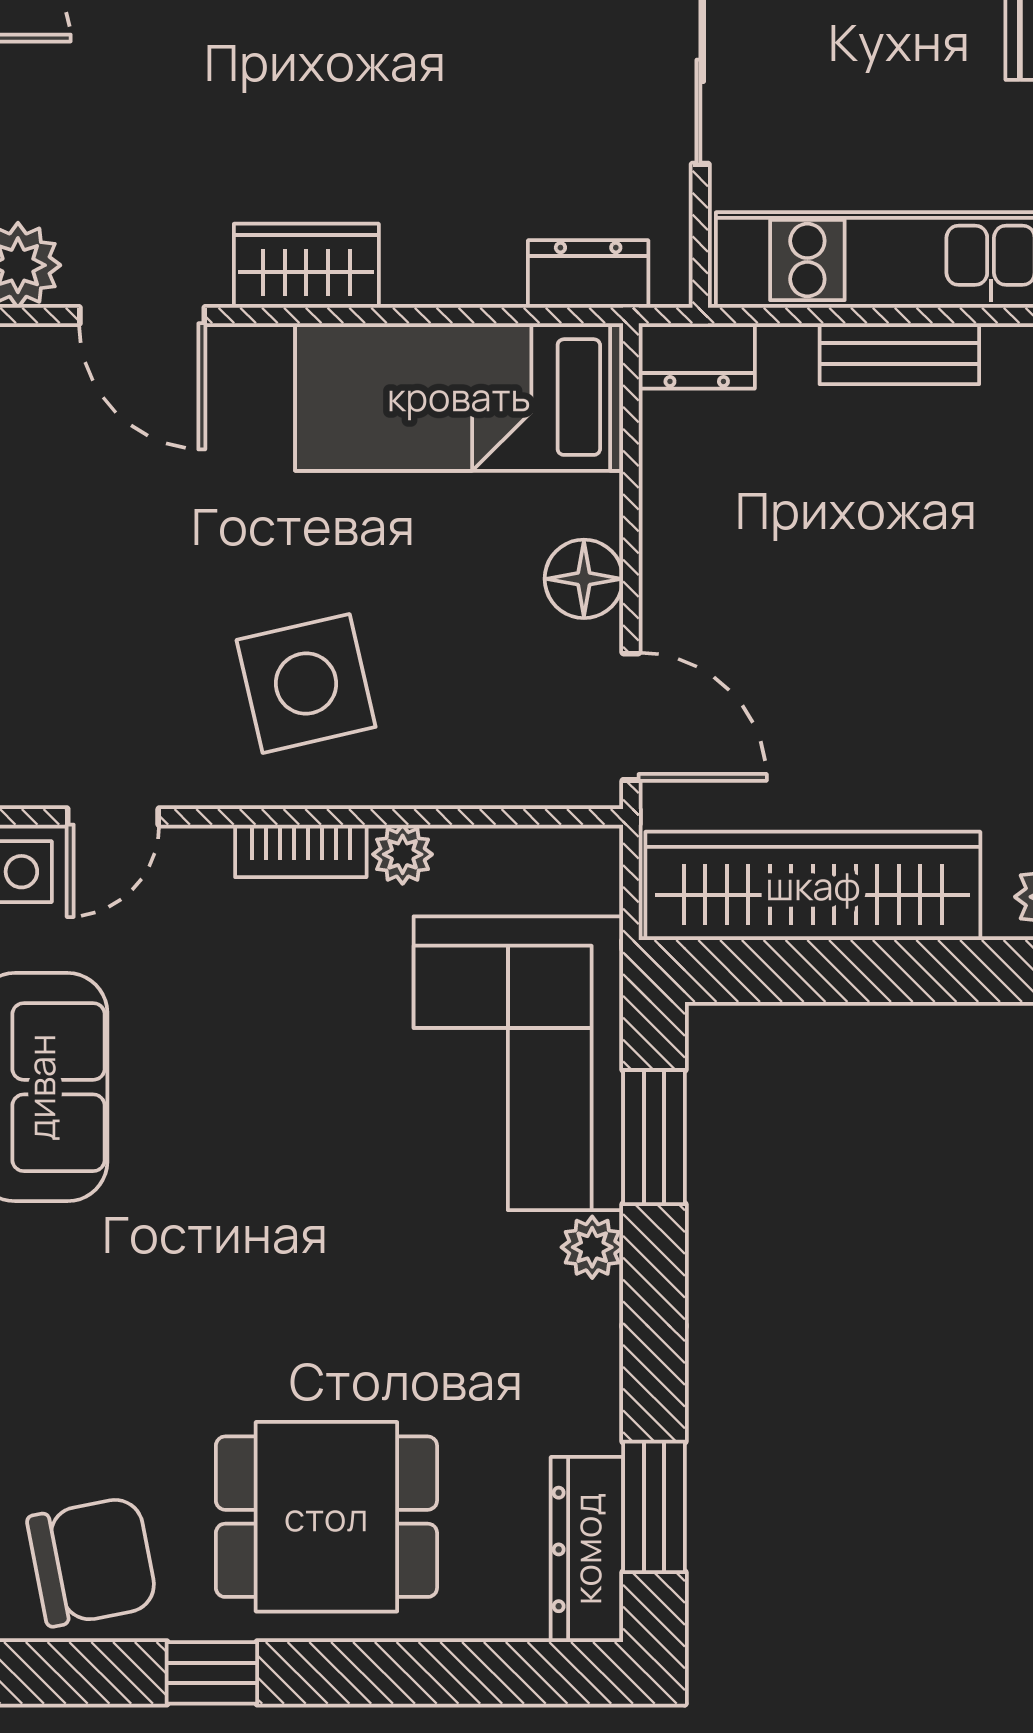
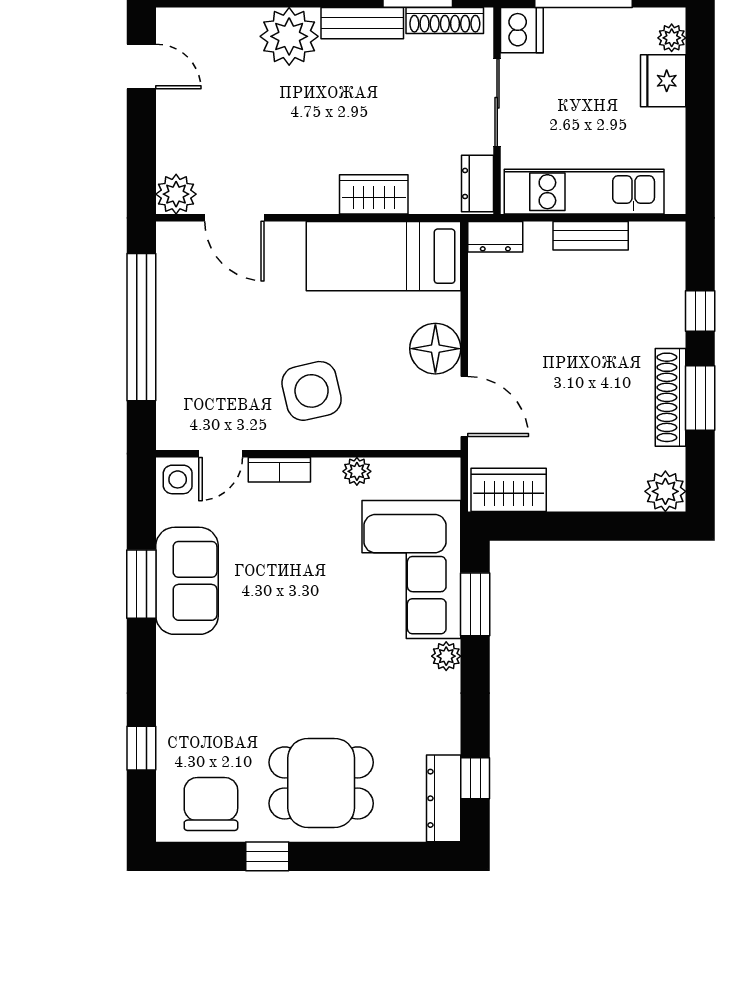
wardrobe: (306, 266) -> (374, 194), moved
dresser: (588, 274) -> (477, 183), moved, turned -90
floor lamp: (584, 579) -> (435, 349), width x1.38, depth x1.38
bookcase: (301, 851) -> (279, 470), moved
wardrobe: (813, 886) -> (509, 490), width x0.48, depth x0.85
window: (654, 1507) -> (475, 778), width x0.67
chair: (92, 1562) -> (211, 804), turned -79

